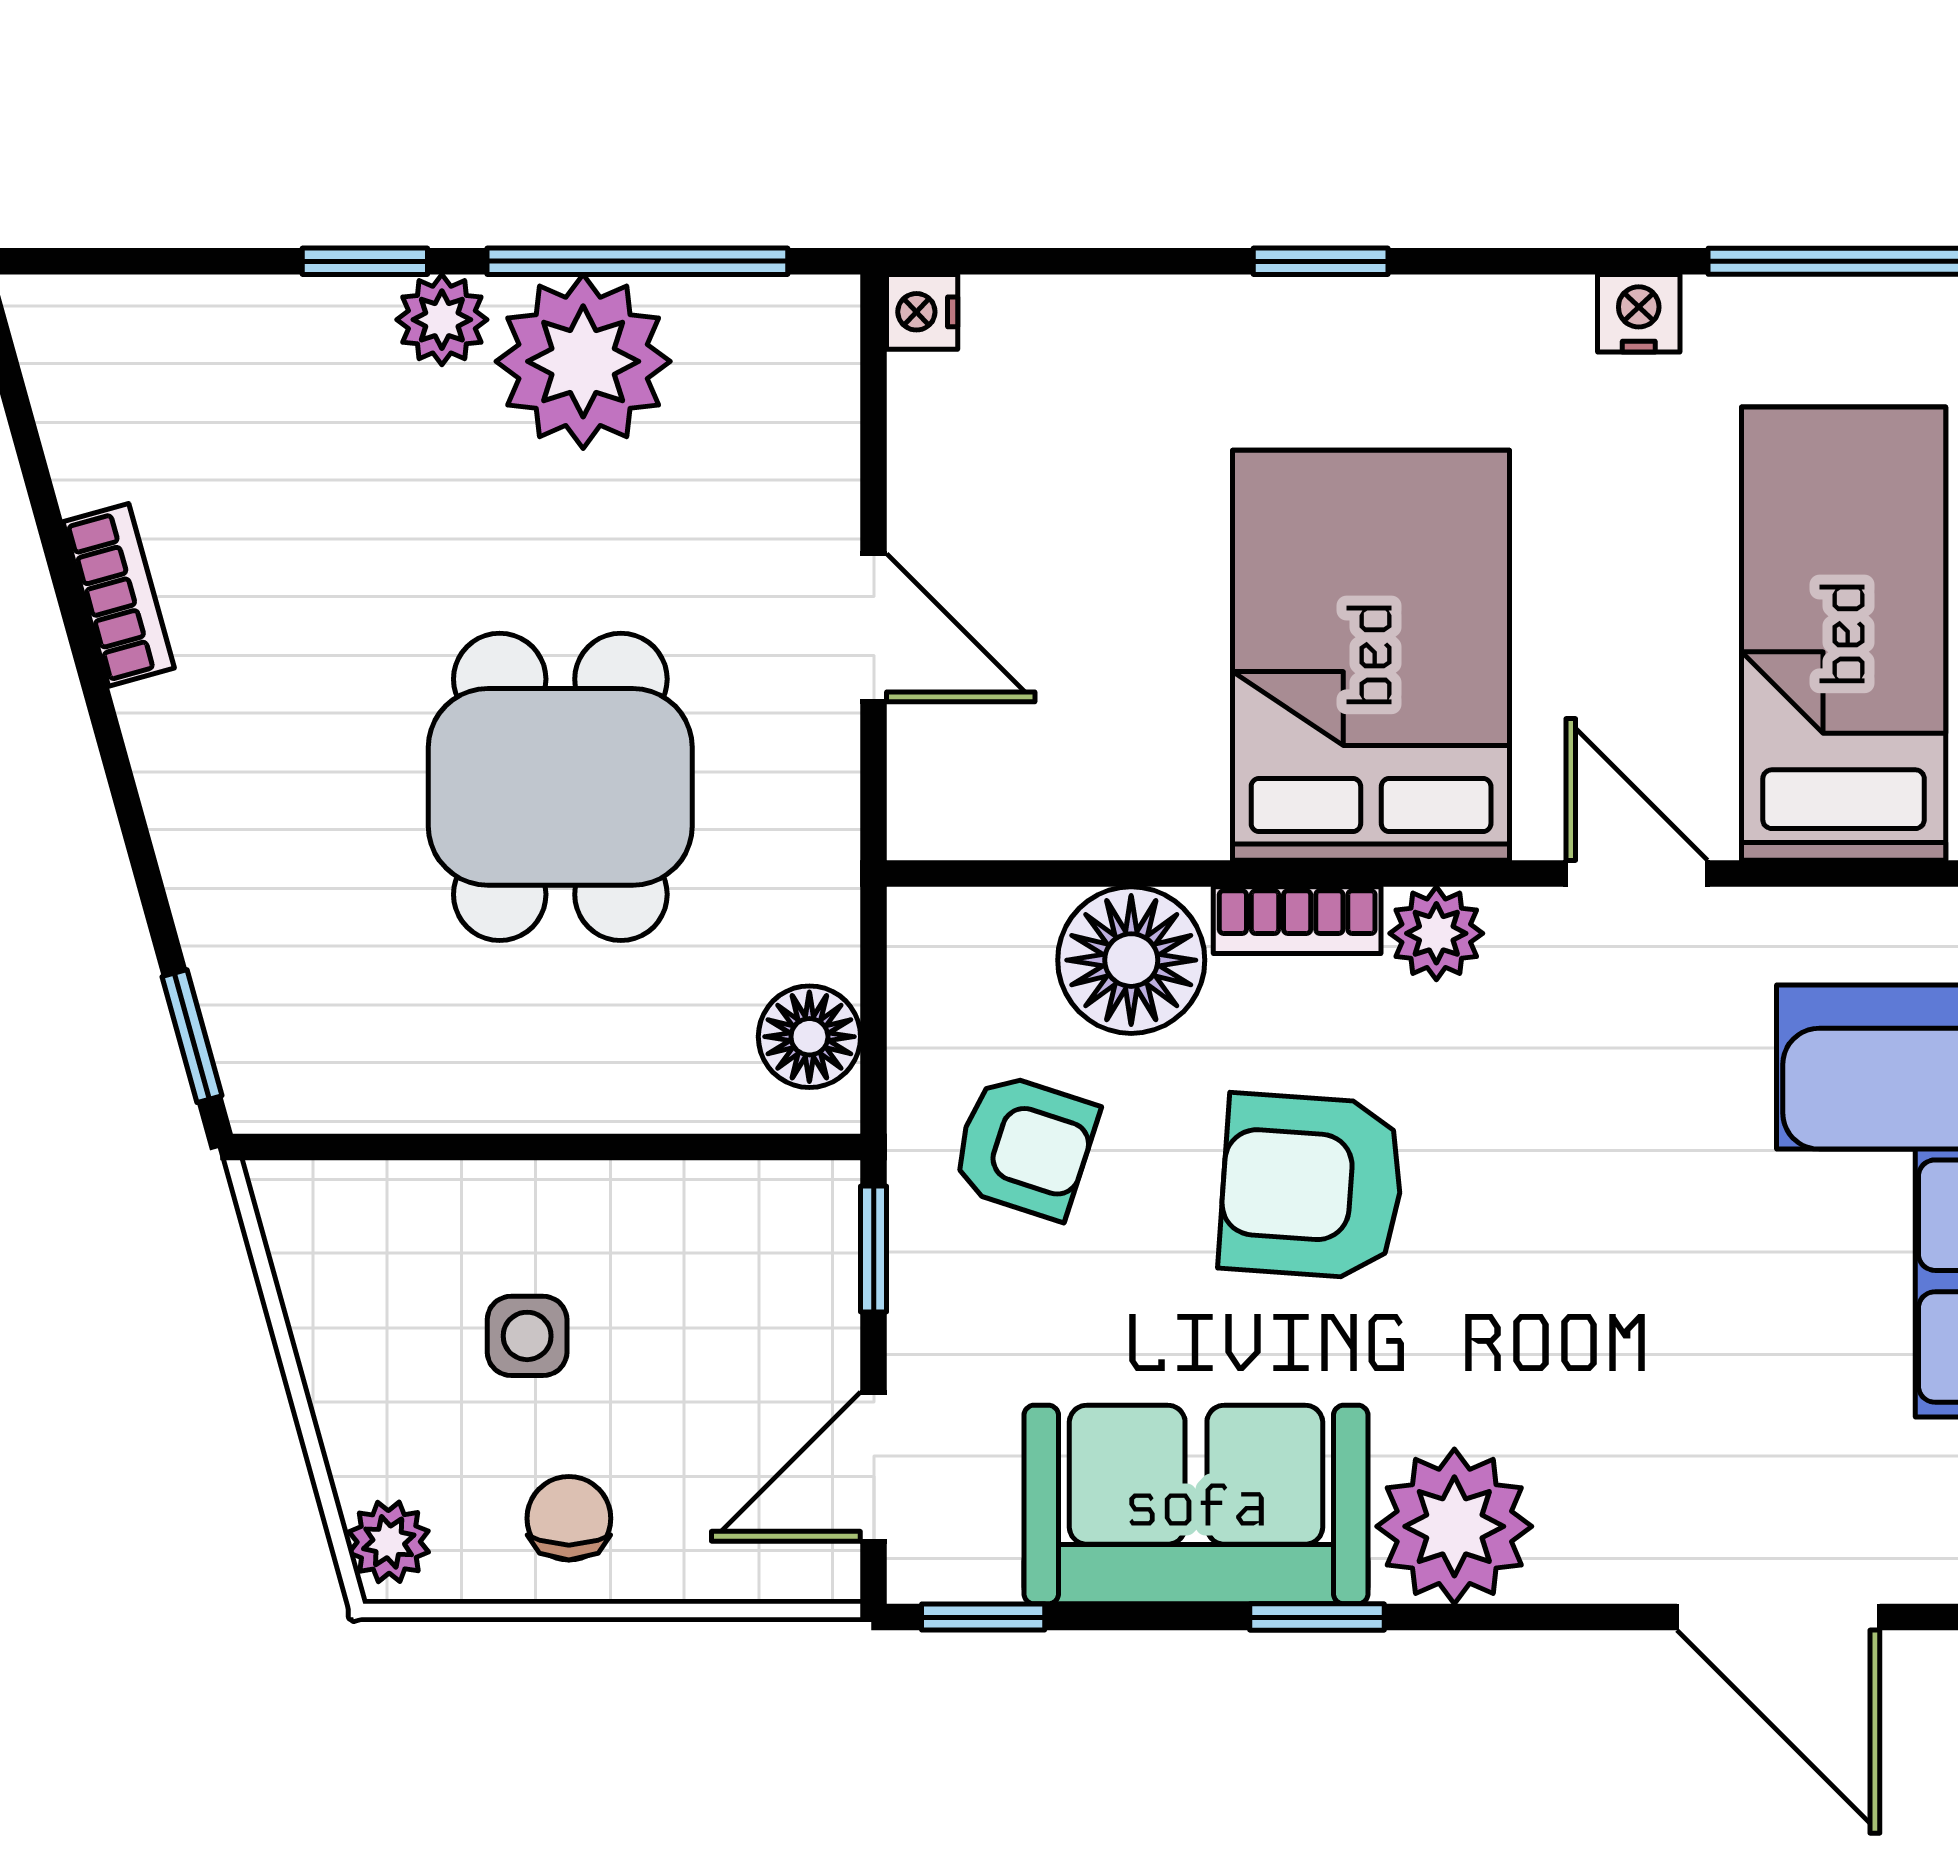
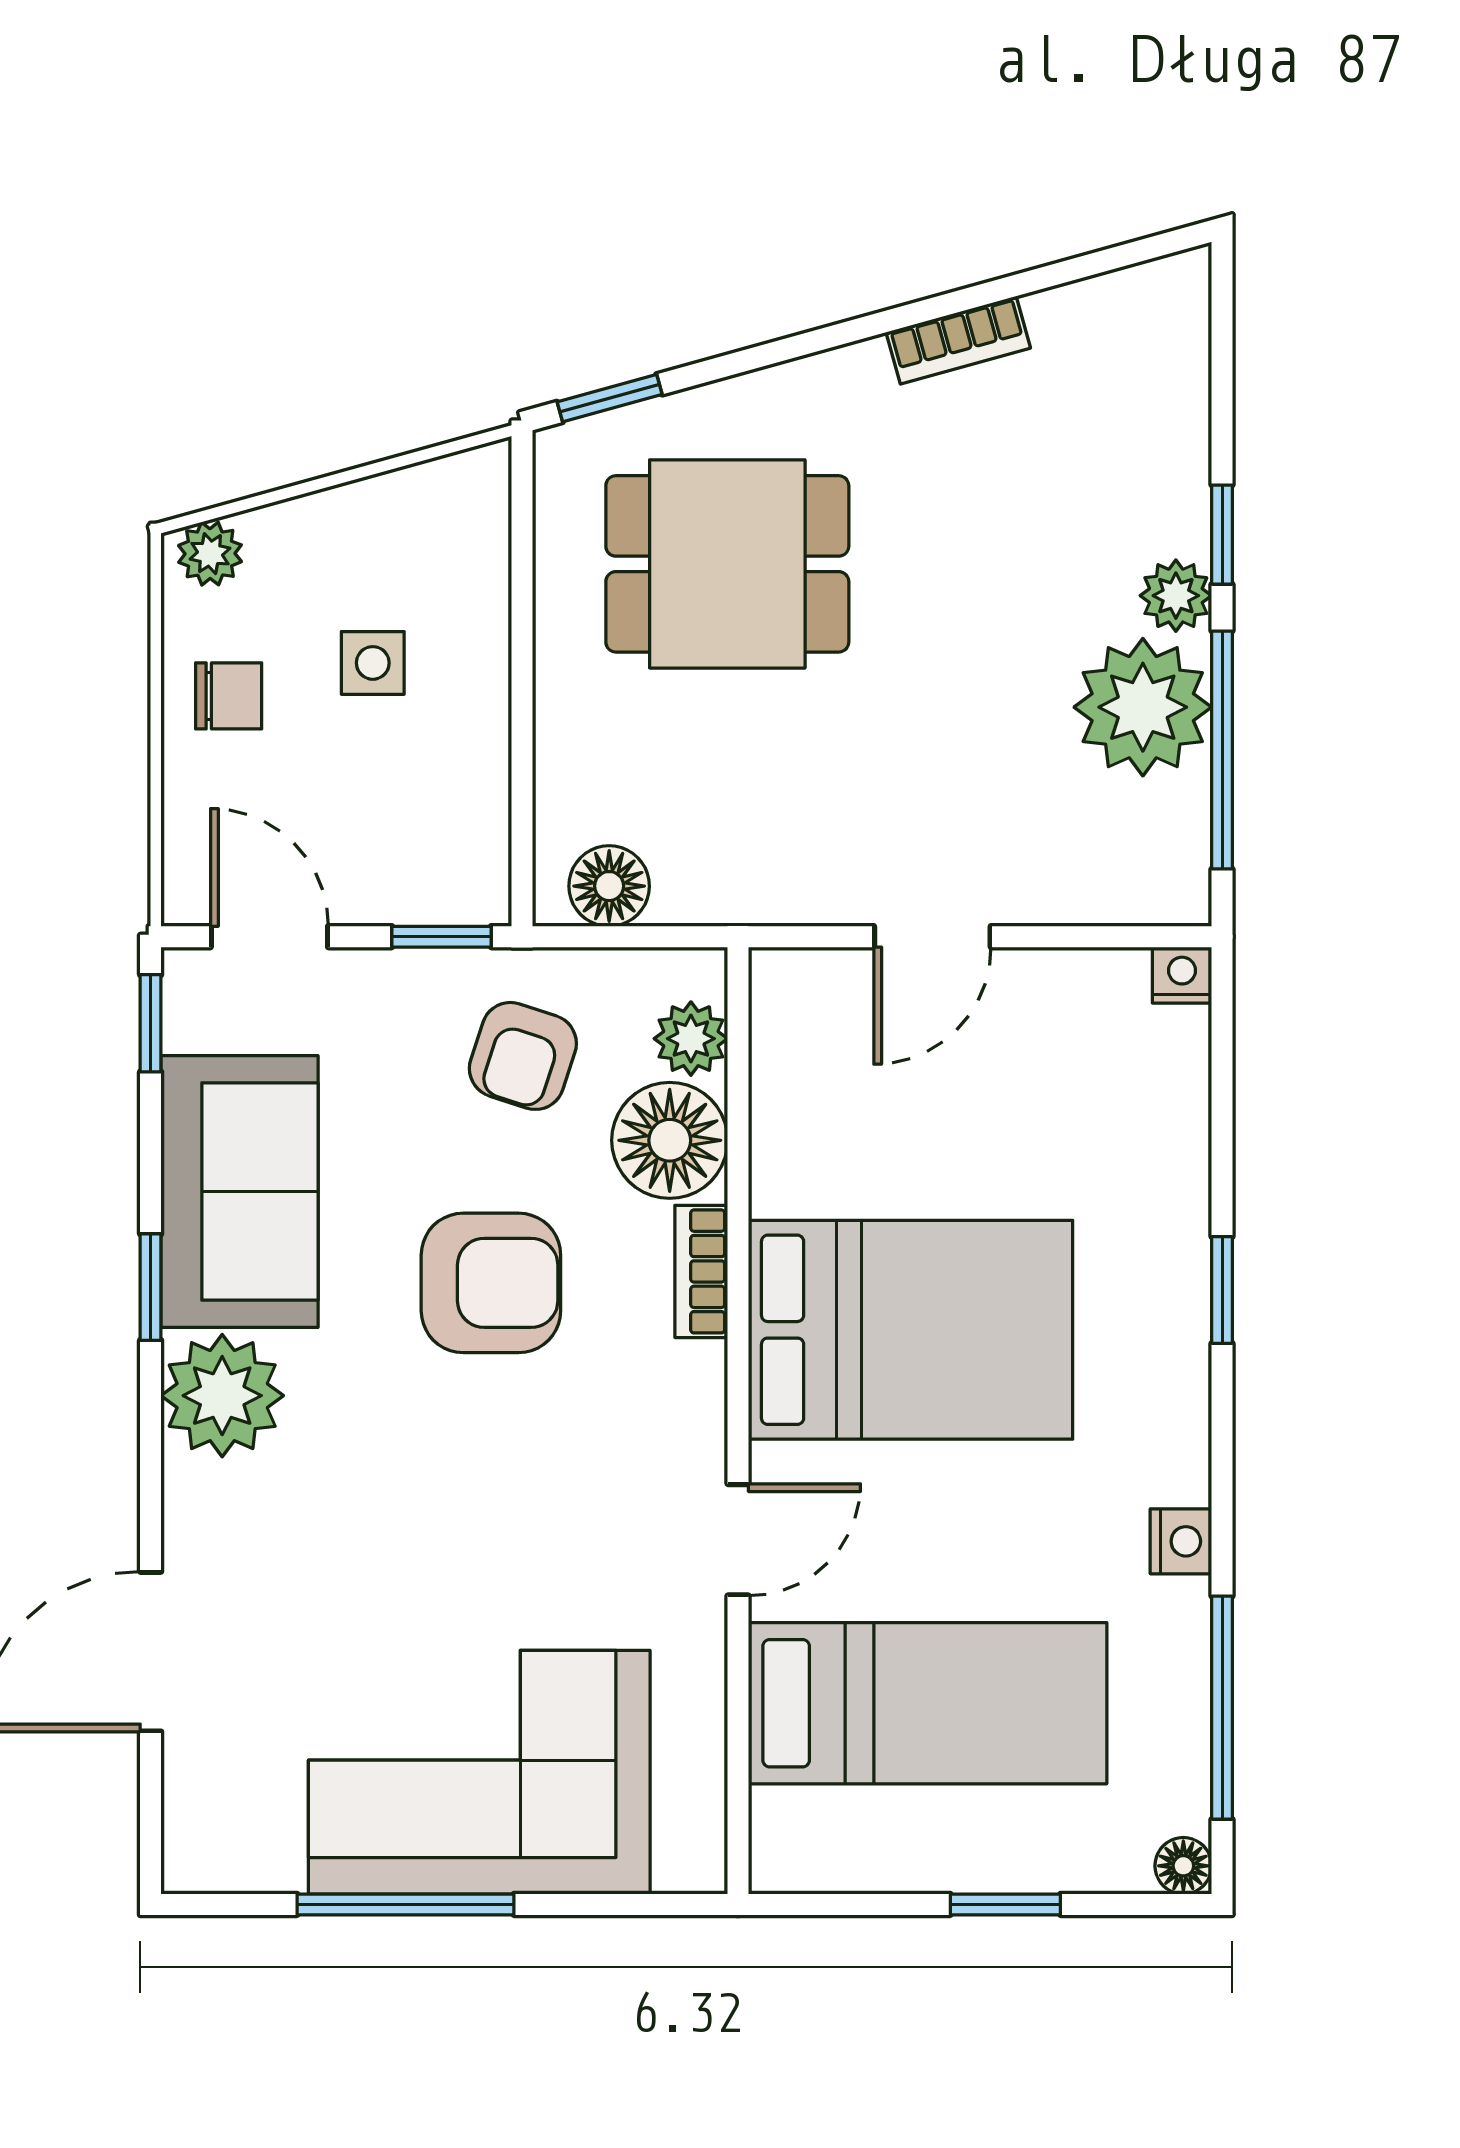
dining table: (560, 787) -> (727, 564), moved
plant: (1436, 933) -> (691, 1039), moved
armchair: (1312, 1186) -> (491, 1283), turned 86

